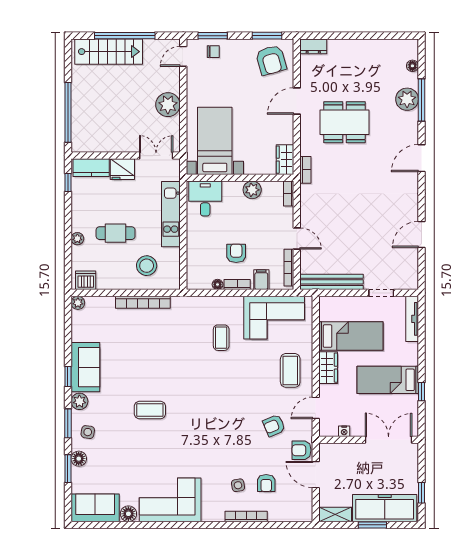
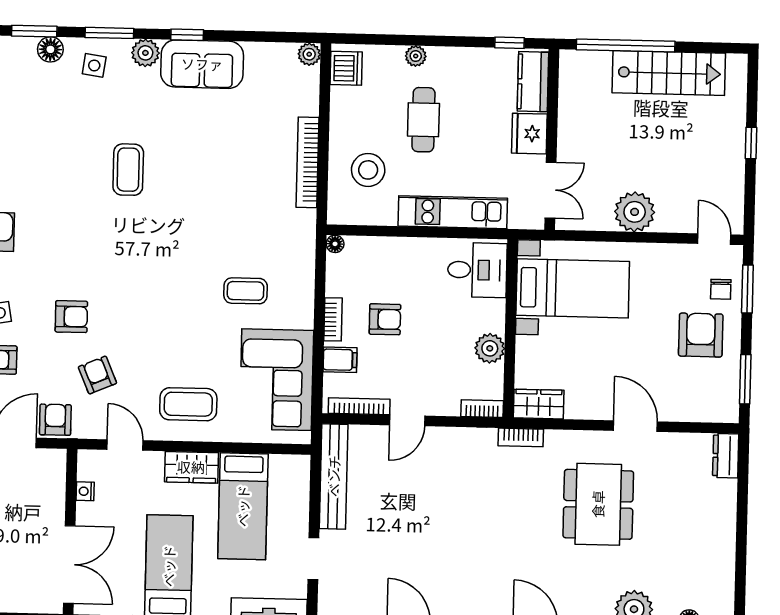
window: (125, 36) -> (751, 143), width x0.32
stairs: (109, 52) -> (669, 73), moved, turned -90
armchair: (271, 60) -> (701, 335), moved, turned 106
floor lamp: (218, 284) -> (335, 244), moved
armchair: (239, 442) -> (71, 317), added

